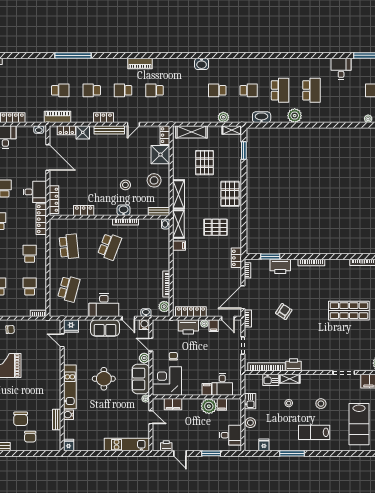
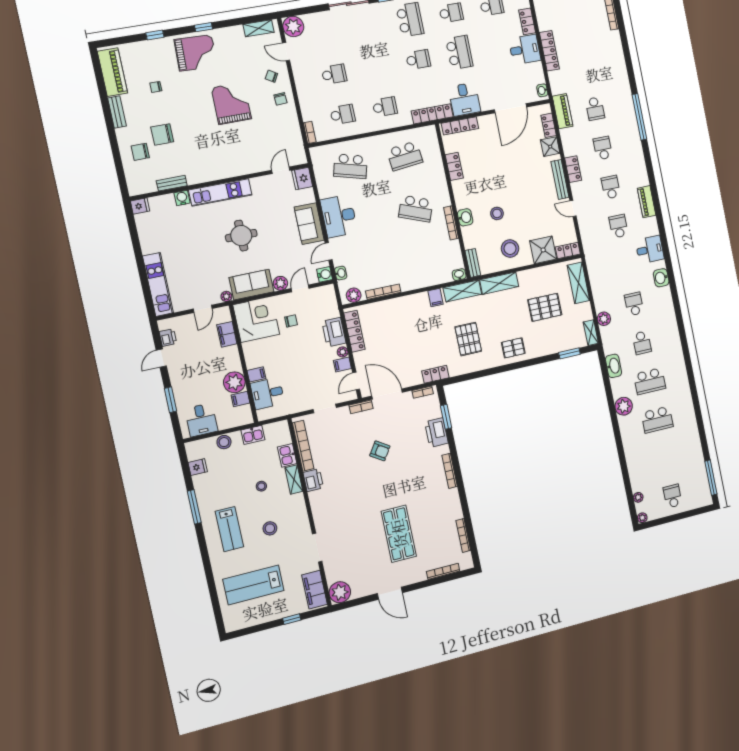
desk: (341, 69) -> (650, 250), moved
pallet: (230, 194) -> (513, 348), width x0.67, depth x0.71
lab bench: (314, 432) -> (229, 529), turned 180

